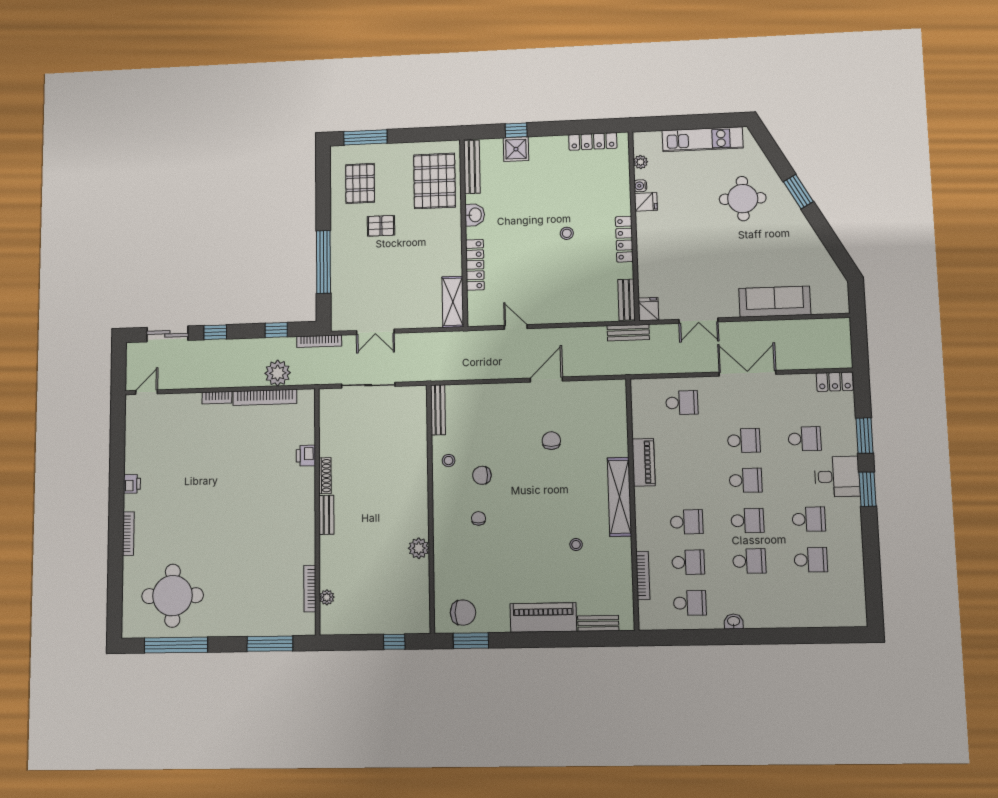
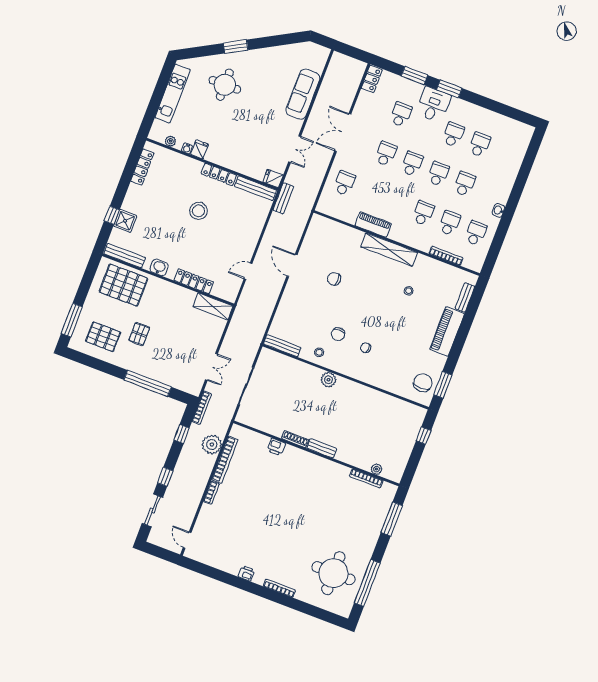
stool: (567, 233) -> (198, 211), width x1.89, depth x1.89
bench: (626, 300) -> (255, 188), width x1.36
plant: (419, 548) -> (328, 380), moved

